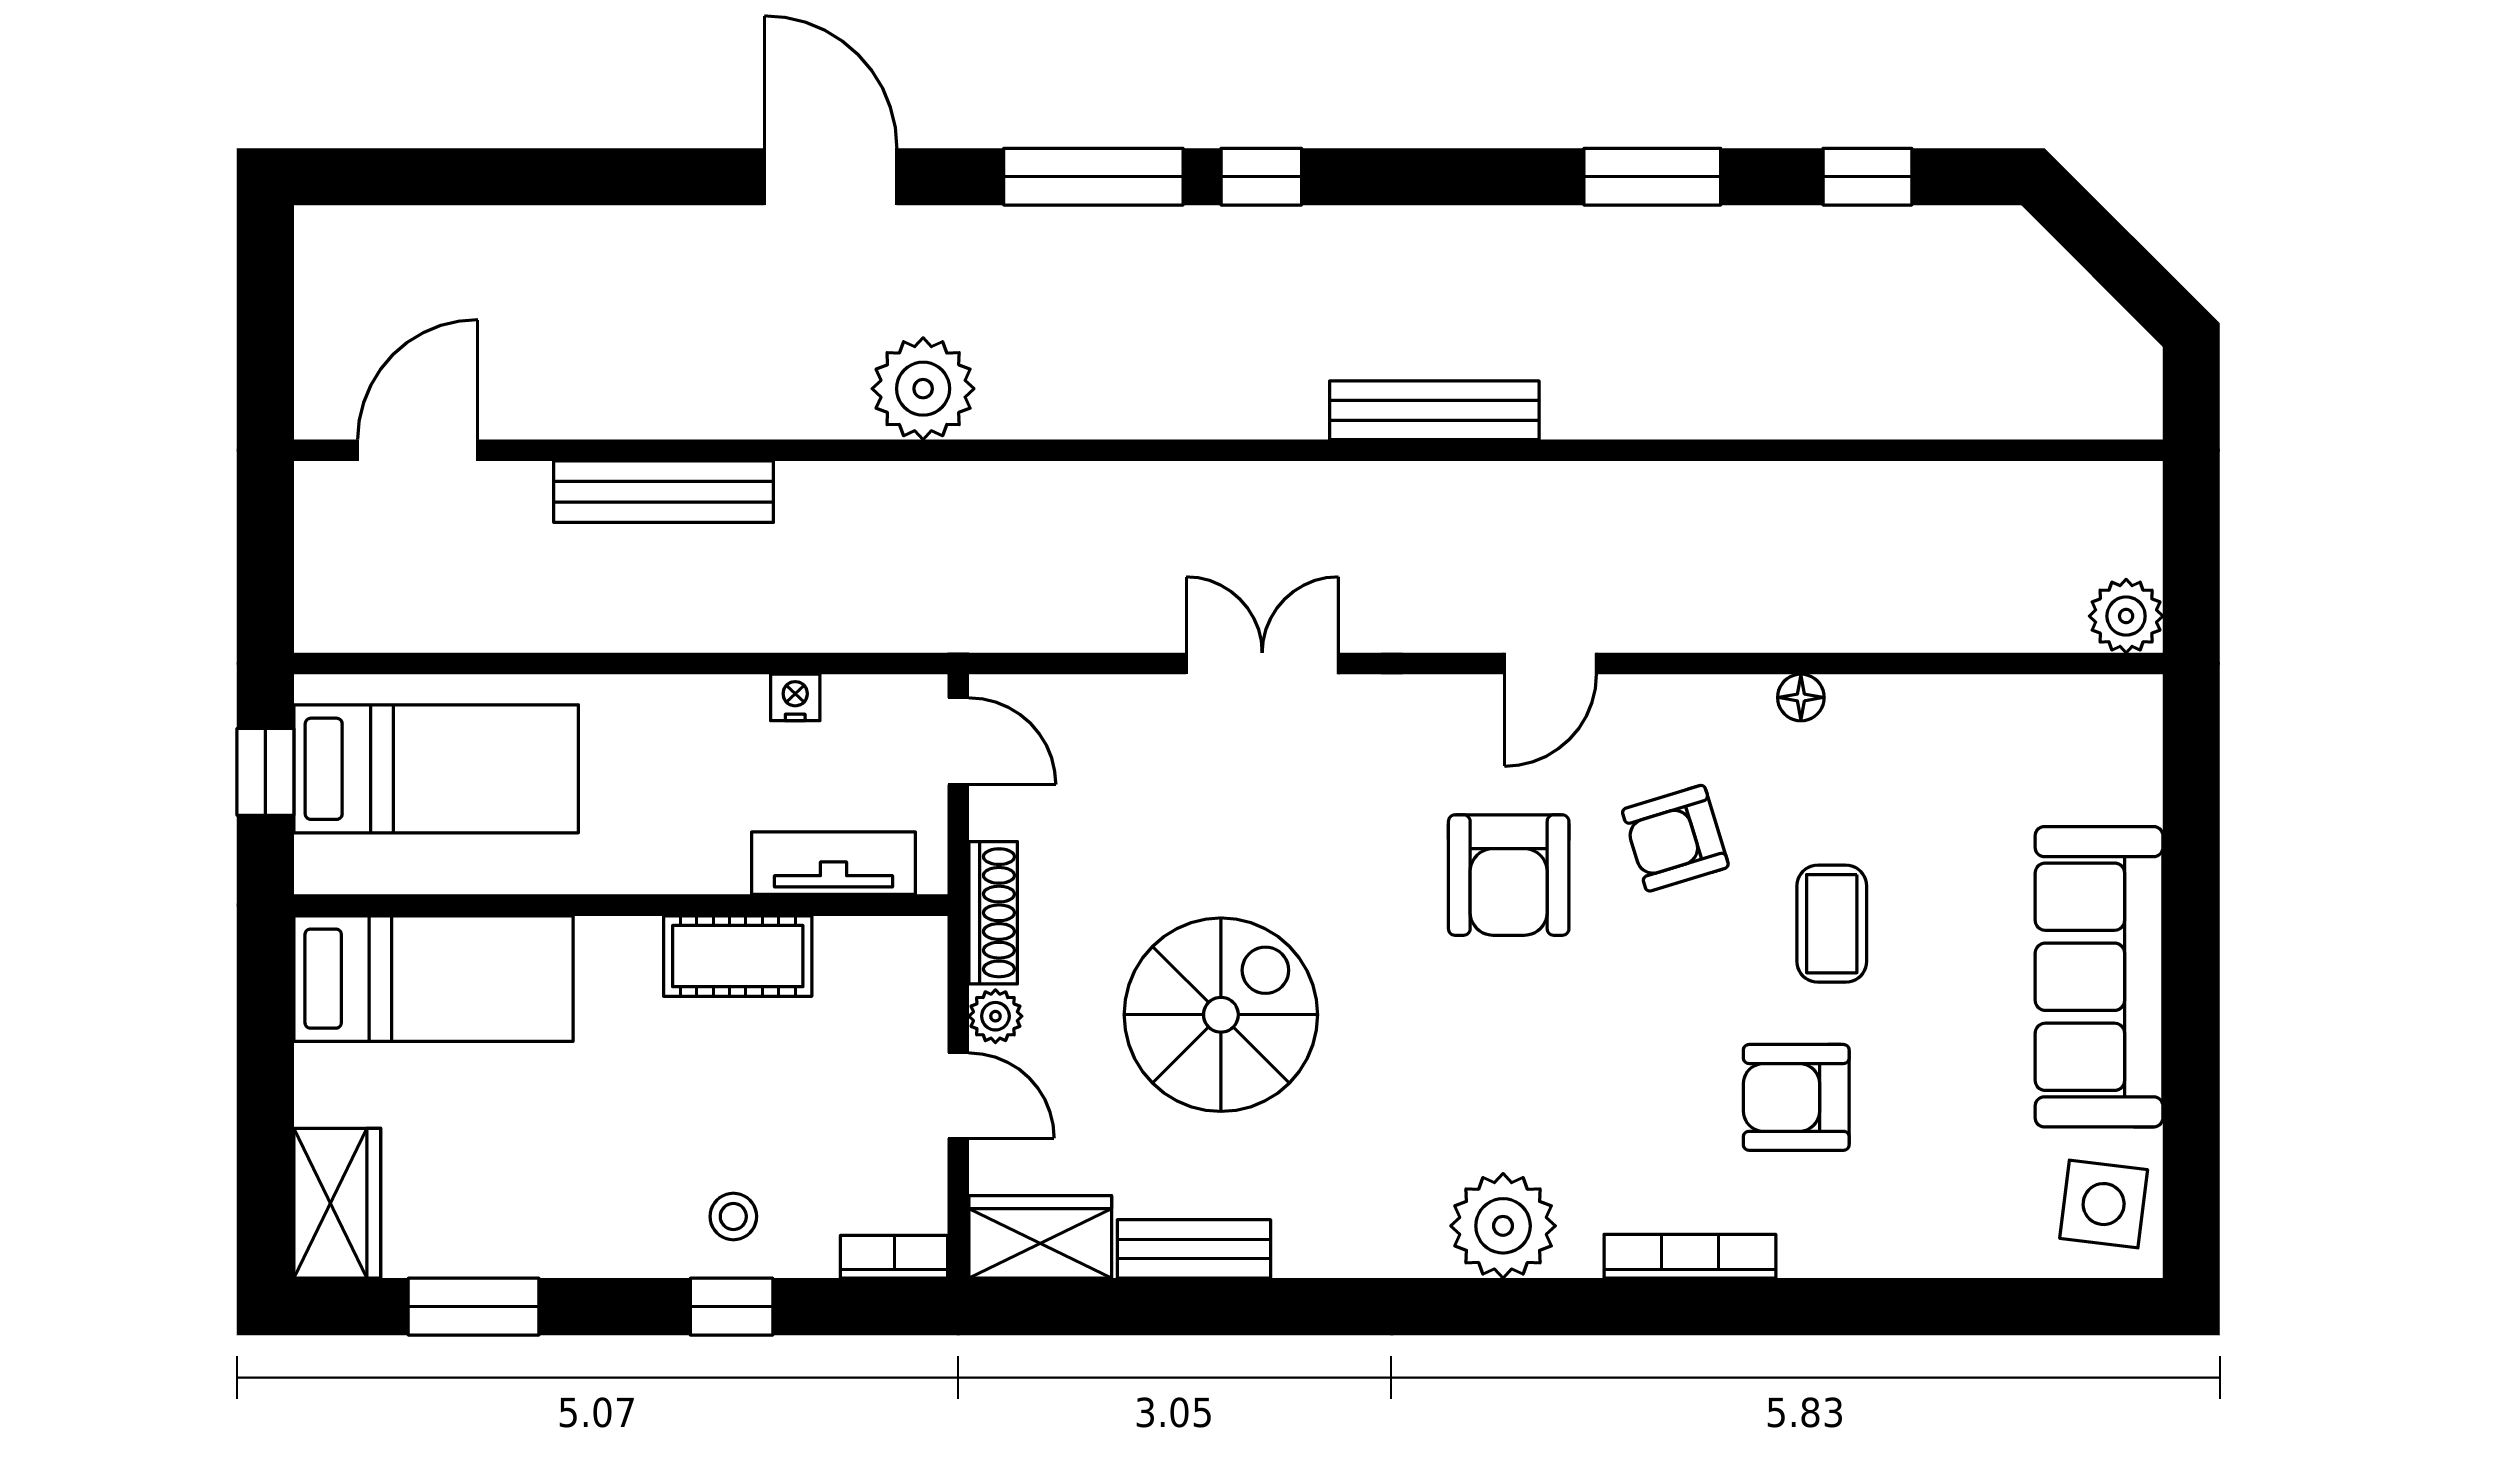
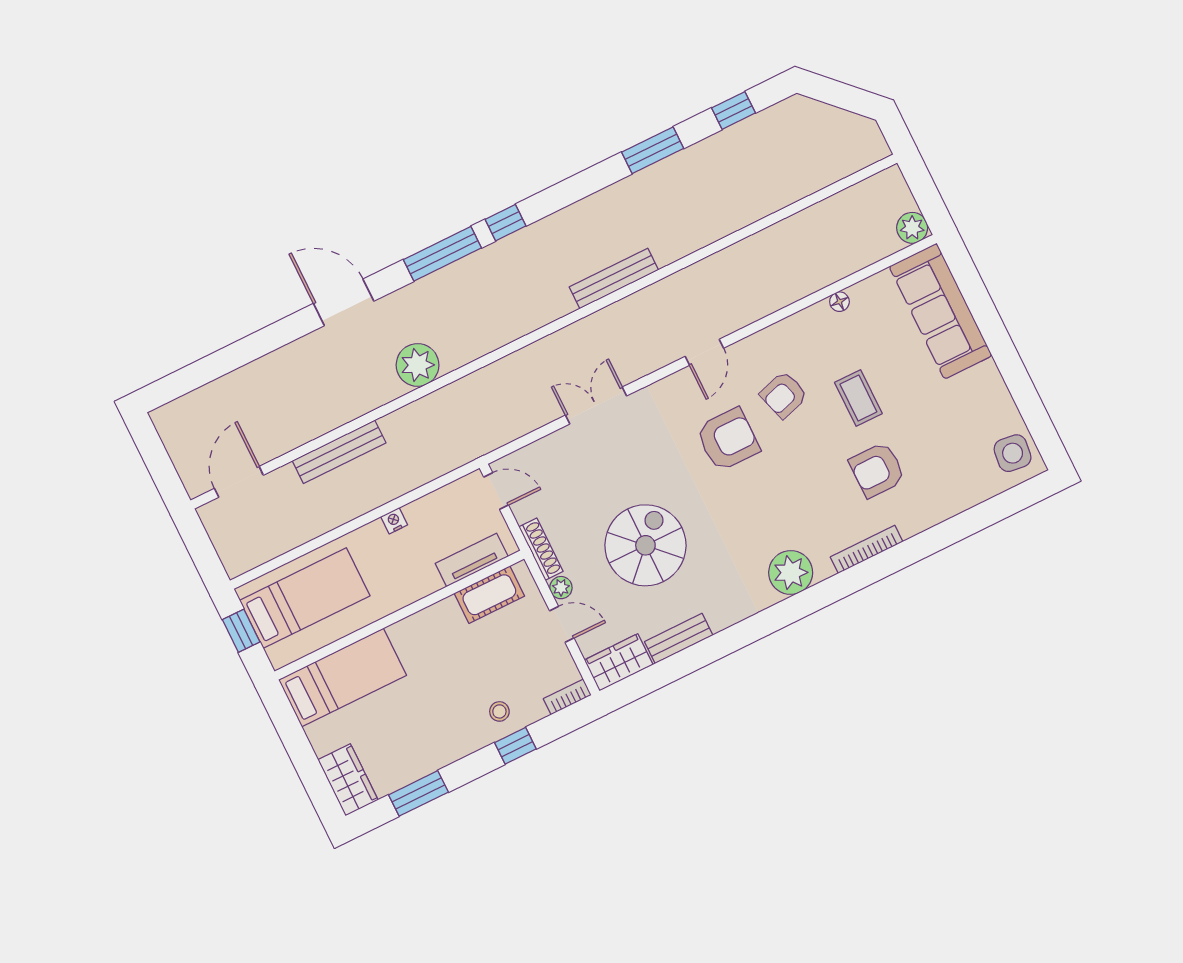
nightstand: (795, 697) -> (394, 521), moved
floor lamp: (1801, 697) -> (839, 302), moved
armchair: (1509, 875) -> (728, 440), turned -90
cot: (738, 956) -> (489, 595), moved
sofa: (2099, 977) -> (941, 311), moved

